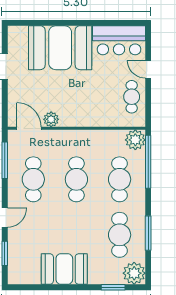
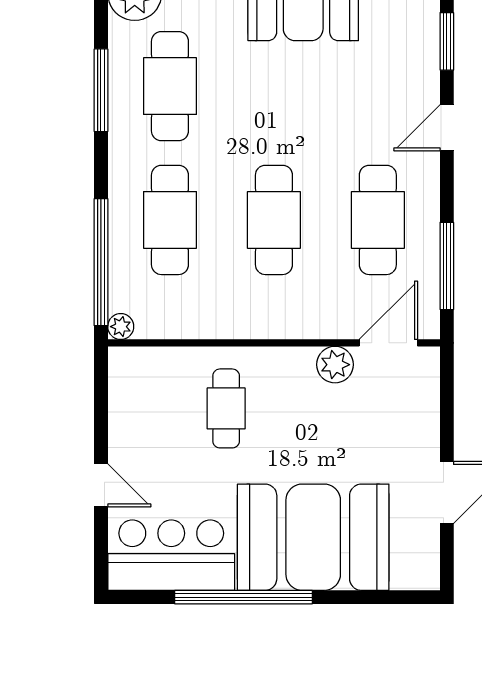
window: (89, 23) -> (244, 597), added
cafe table: (132, 97) -> (226, 408), moved
door: (29, 128) -> (388, 343), swing flipped
plant: (135, 140) -> (121, 327), width x0.53, depth x0.53

